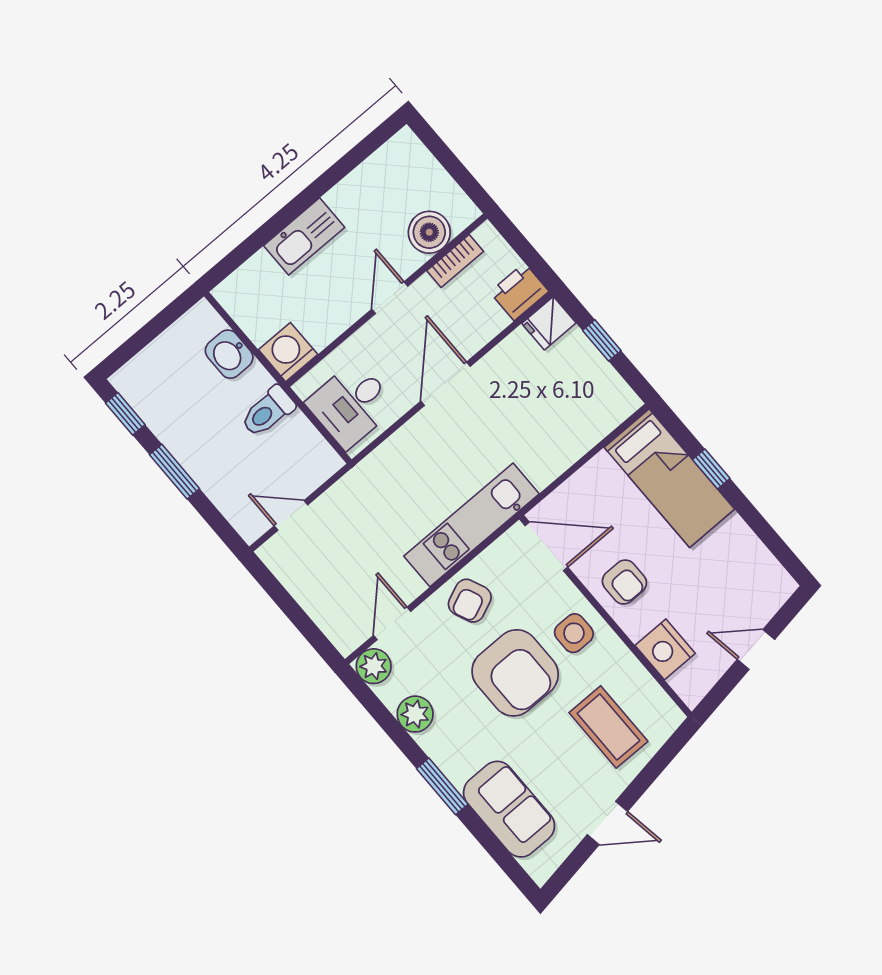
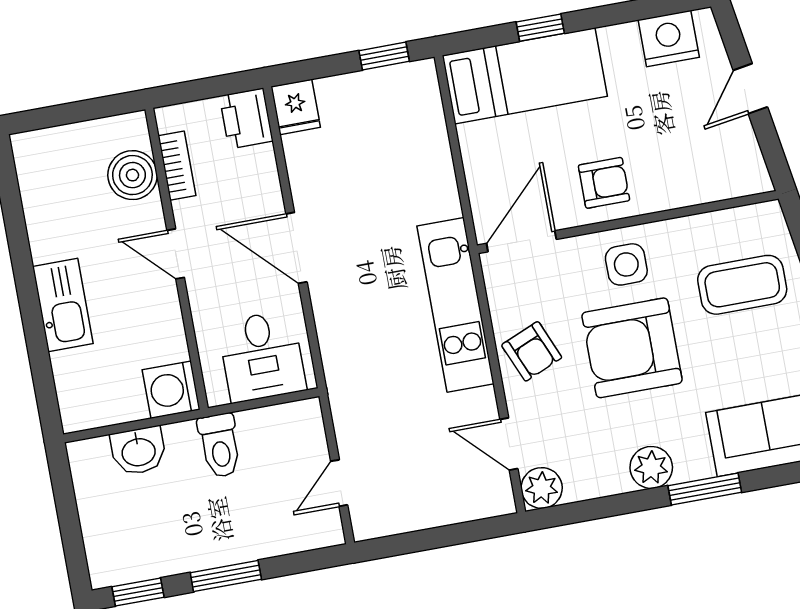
window: (602, 340) -> (384, 56), moved
nightstand: (665, 649) -> (669, 39), moved, turned 180
armchair: (515, 673) -> (632, 348), turned 180
plant: (415, 714) -> (651, 467), moved

